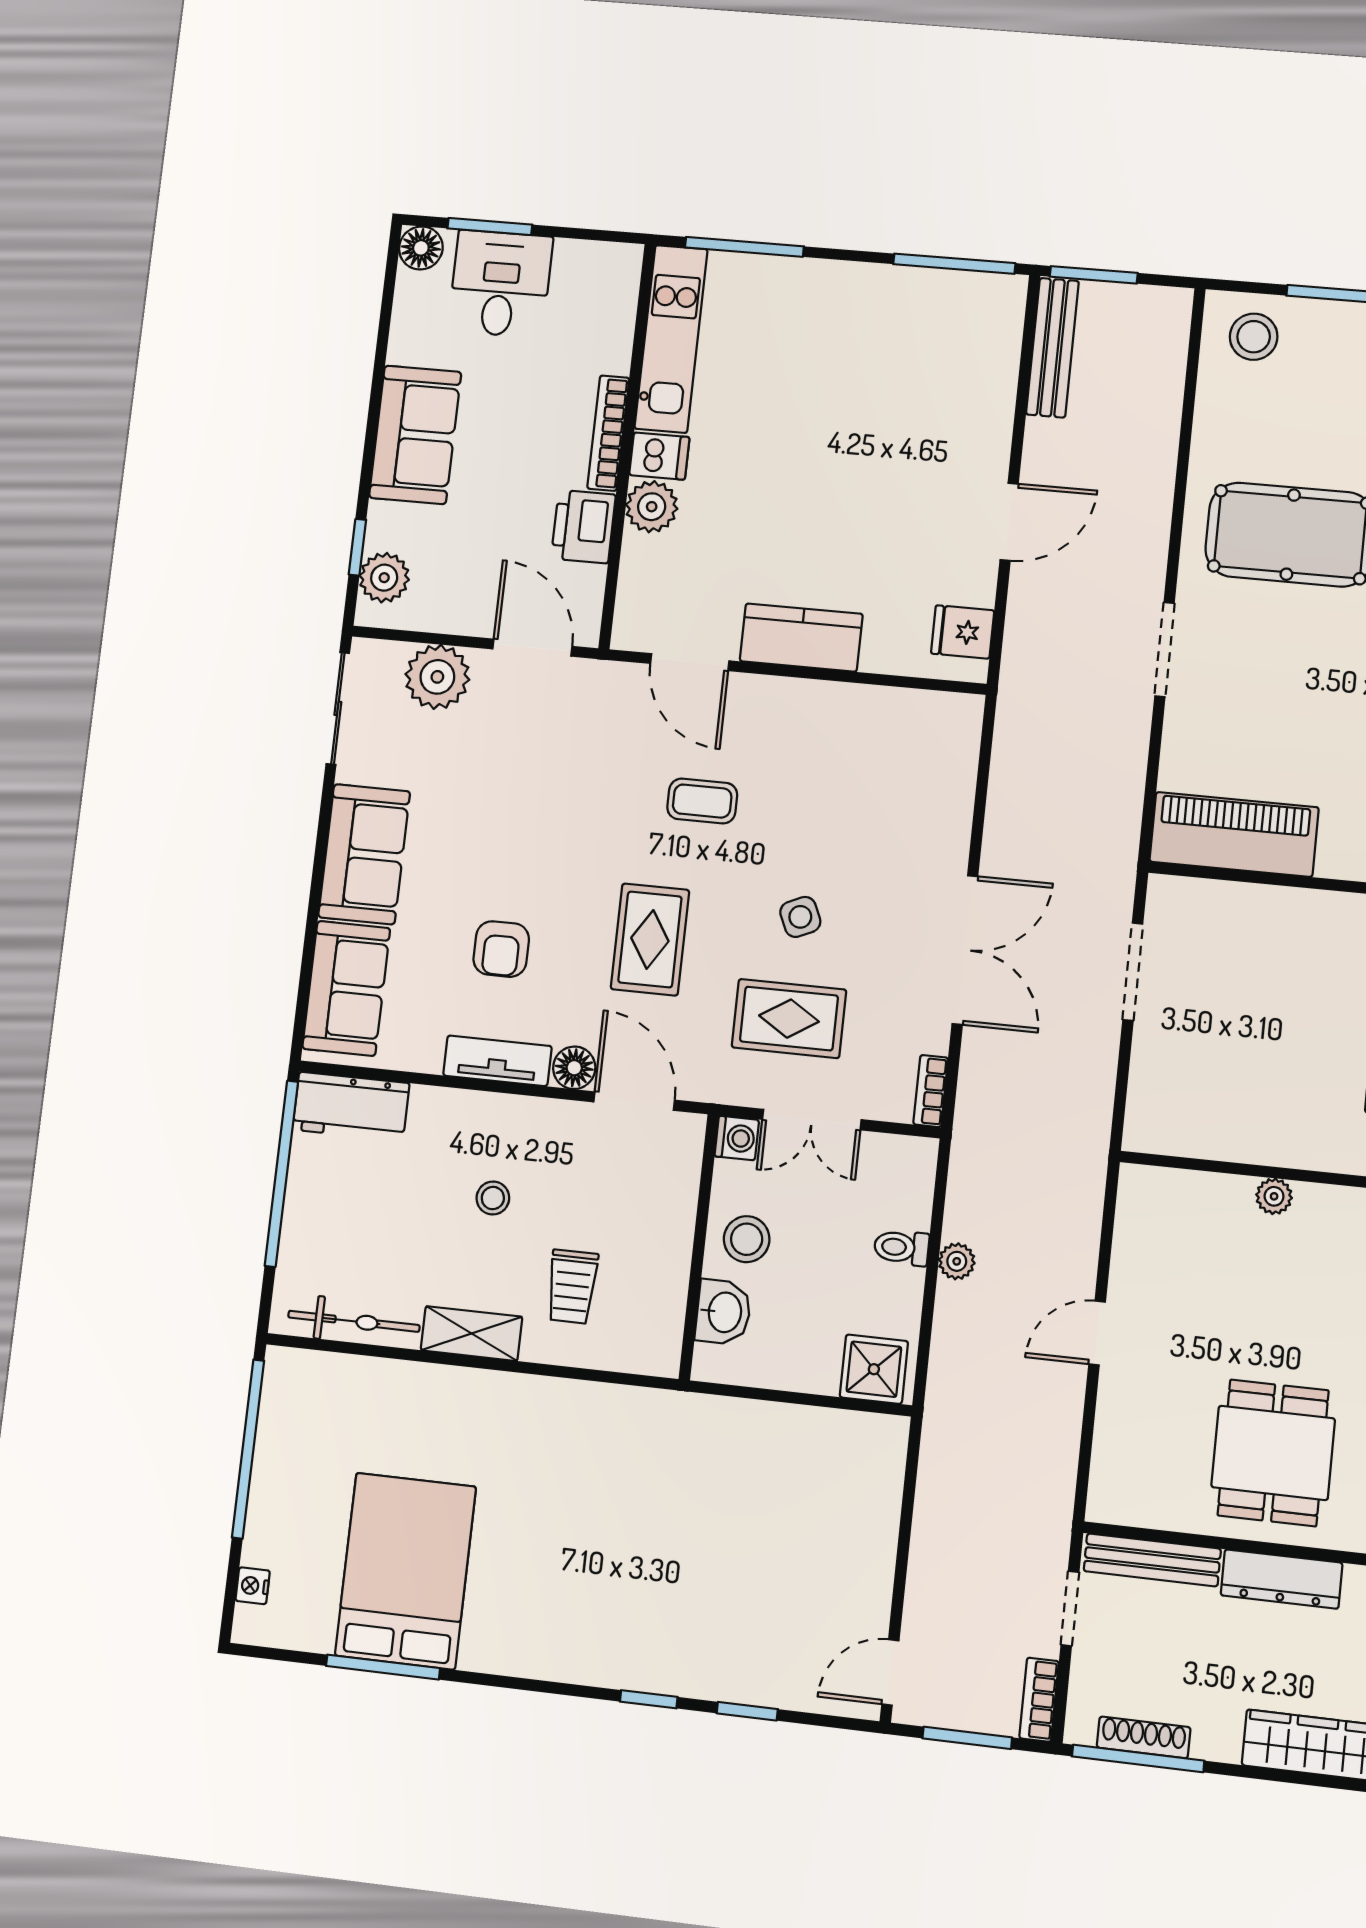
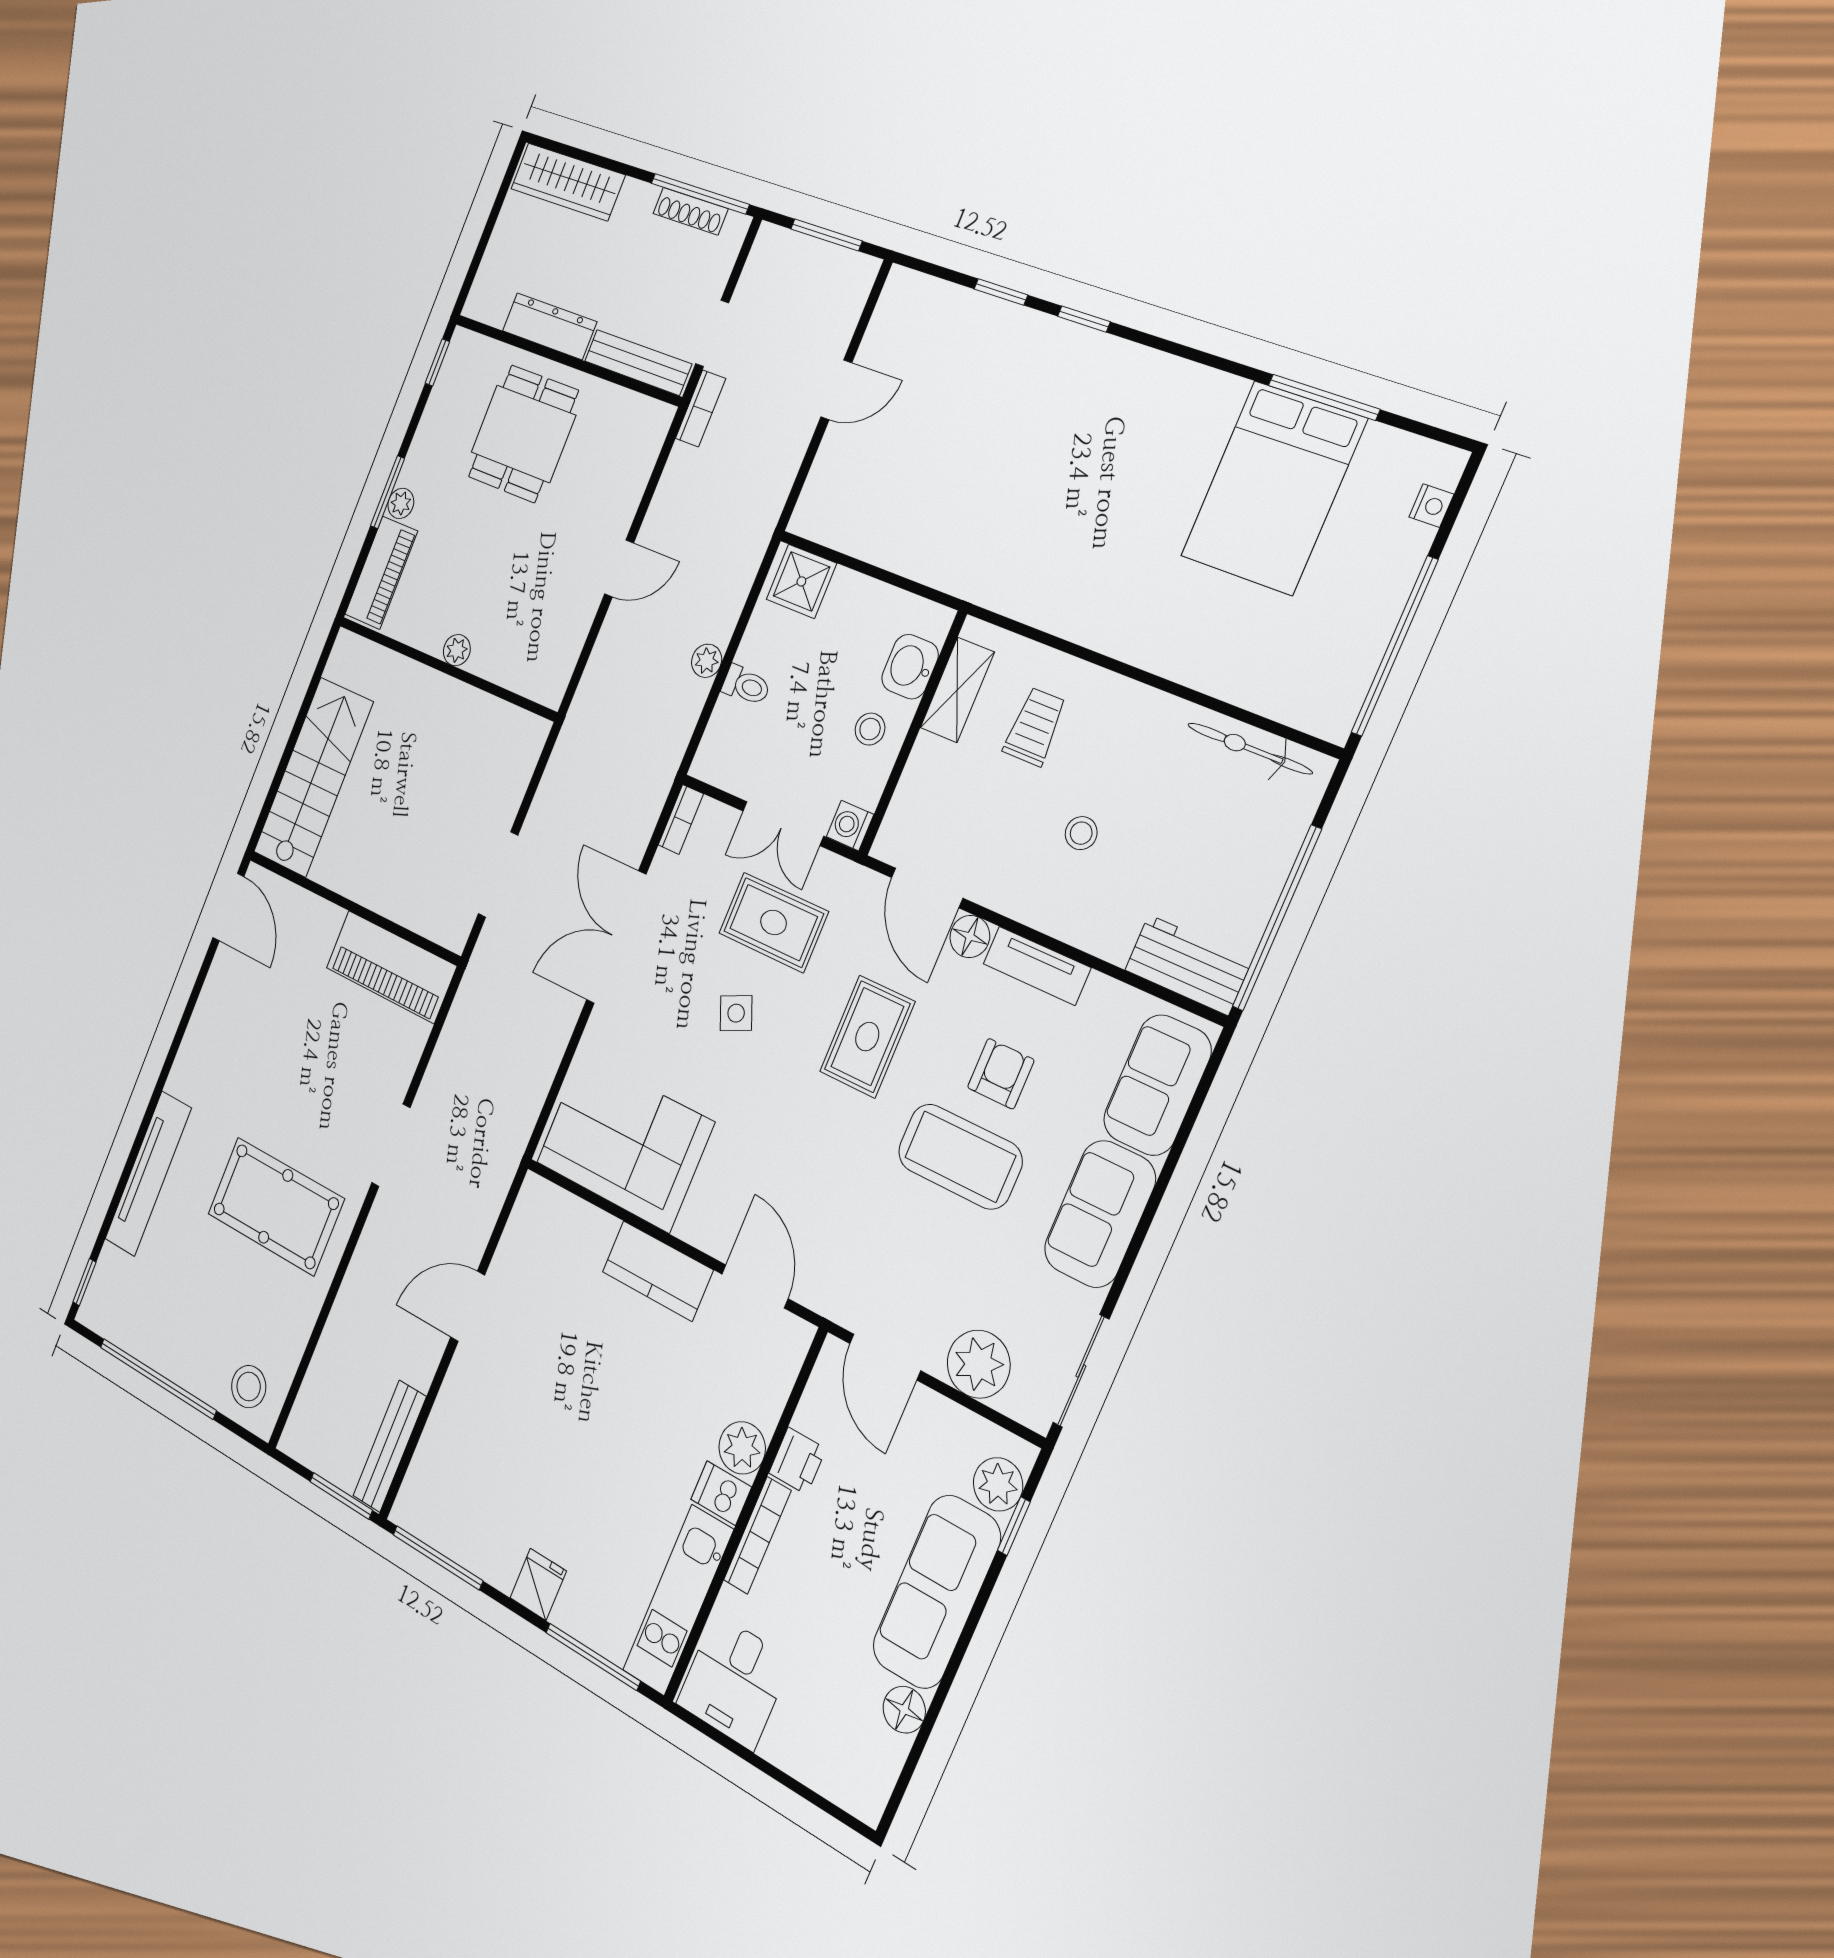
window: (490, 227) -> (798, 1788), removed
floor lamp: (421, 248) -> (904, 1710), moved
desk: (500, 284) -> (734, 1682), moved
sofa: (415, 435) -> (937, 1592), width x1.36
printer: (583, 527) -> (797, 1461), width x0.73, depth x0.81
fridge: (963, 632) -> (538, 1584), moved, turned -90
corner sofa: (882, 749) -> (625, 1142), added
coffee table: (702, 801) -> (960, 1156), moved, width x1.86, depth x1.72
double door: (812, 1120) -> (783, 823), swing flipped
stool: (747, 1239) -> (870, 729), width x0.73, depth x0.73
shelving: (471, 1333) -> (957, 690), moved, turned 90
door: (890, 1672) -> (836, 390), moved
bookcase: (1039, 1700) -> (700, 408), moved

